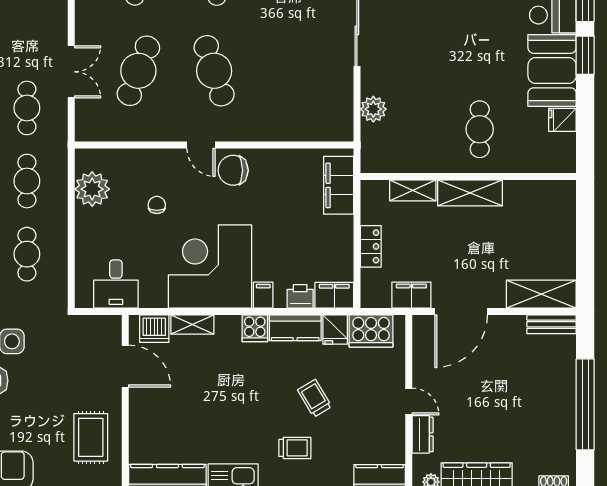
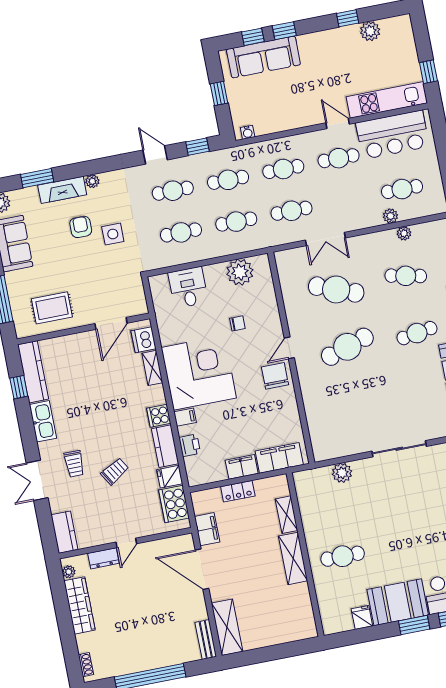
desk: (116, 284) -> (188, 287), moved, turned 90
filing cabinet: (334, 295) -> (242, 467), moved, turned -90

